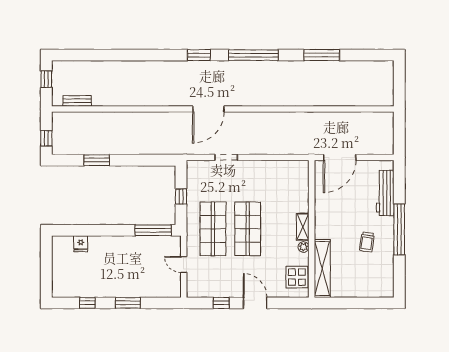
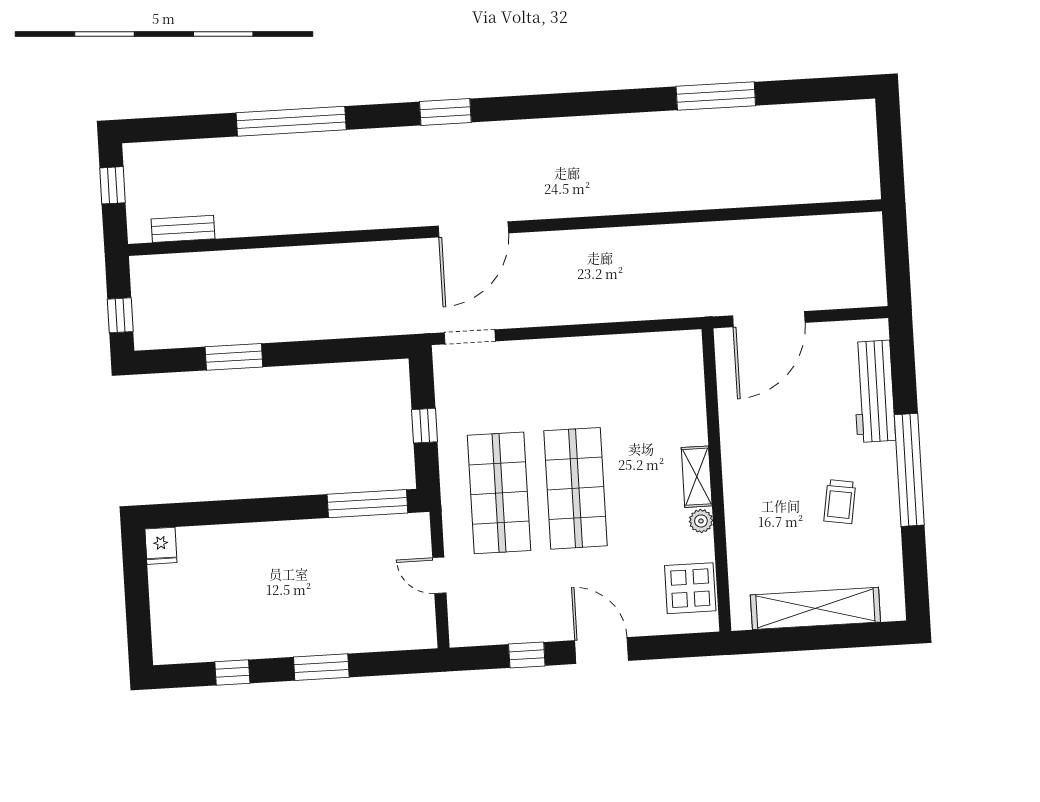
window: (253, 55) -> (291, 121), moved
doorway: (226, 157) -> (470, 337), moved
fridge: (81, 244) -> (161, 546), moved
shelving: (322, 268) -> (815, 608), moved, turned 90

